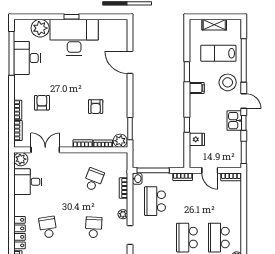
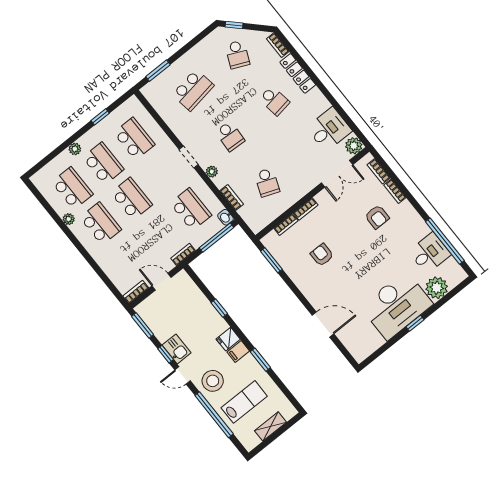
desk: (27, 58) -> (430, 253), width x0.73
fridge: (197, 139) -> (228, 339), moved
plant: (120, 141) -> (272, 241), removed

